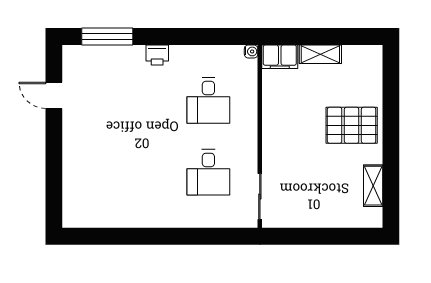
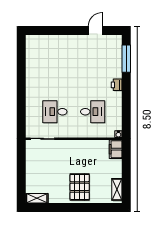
shelving: (320, 54) -> (117, 189), moved
desk: (208, 100) -> (93, 112), turned 180
shelving: (373, 186) -> (37, 198), moved

